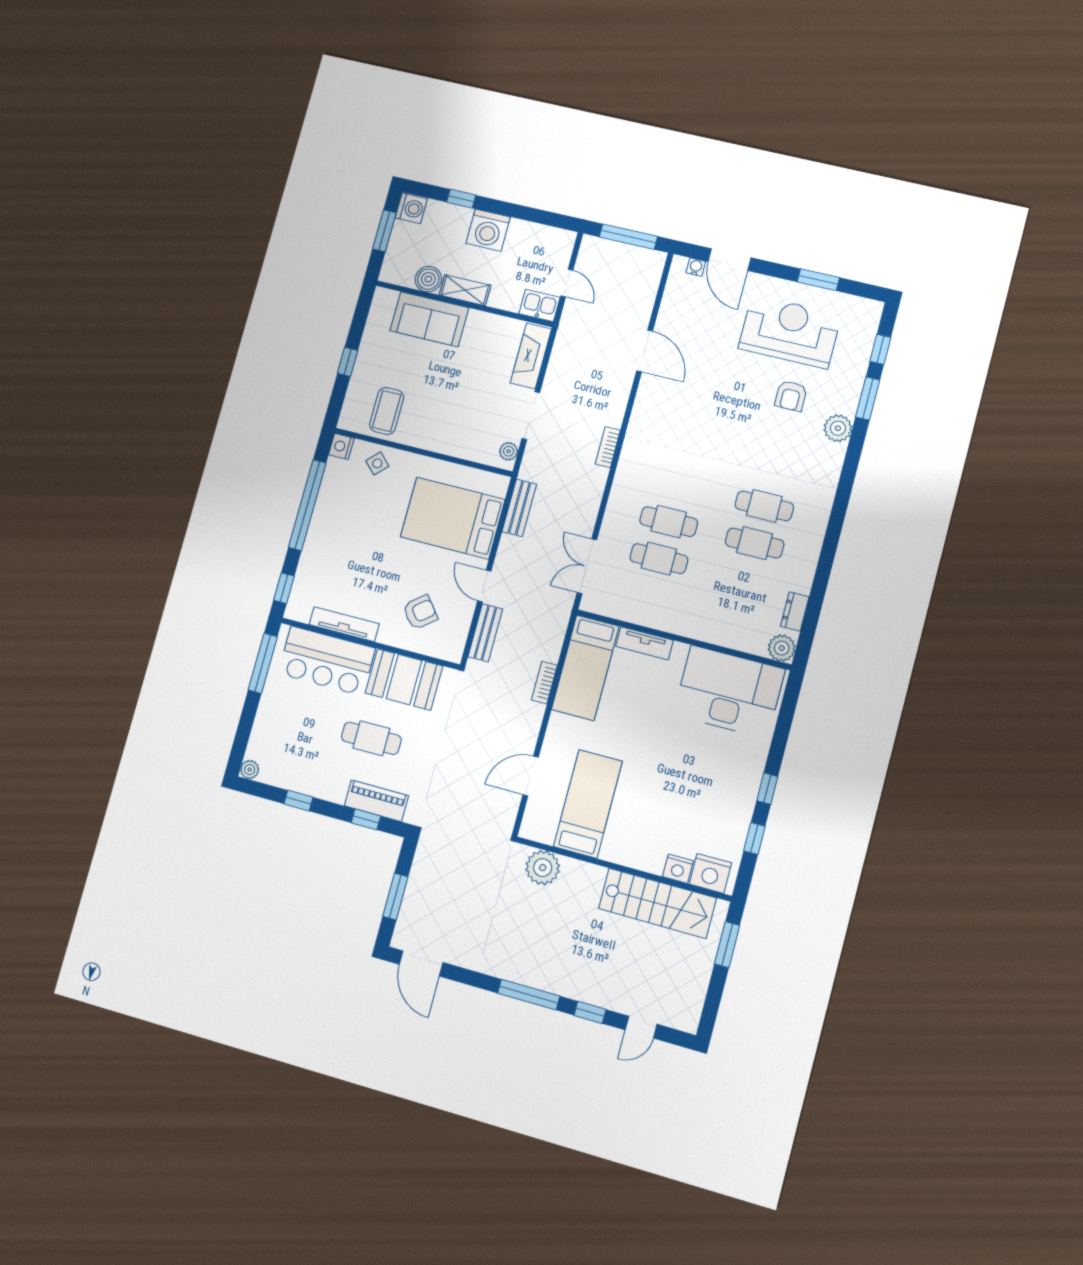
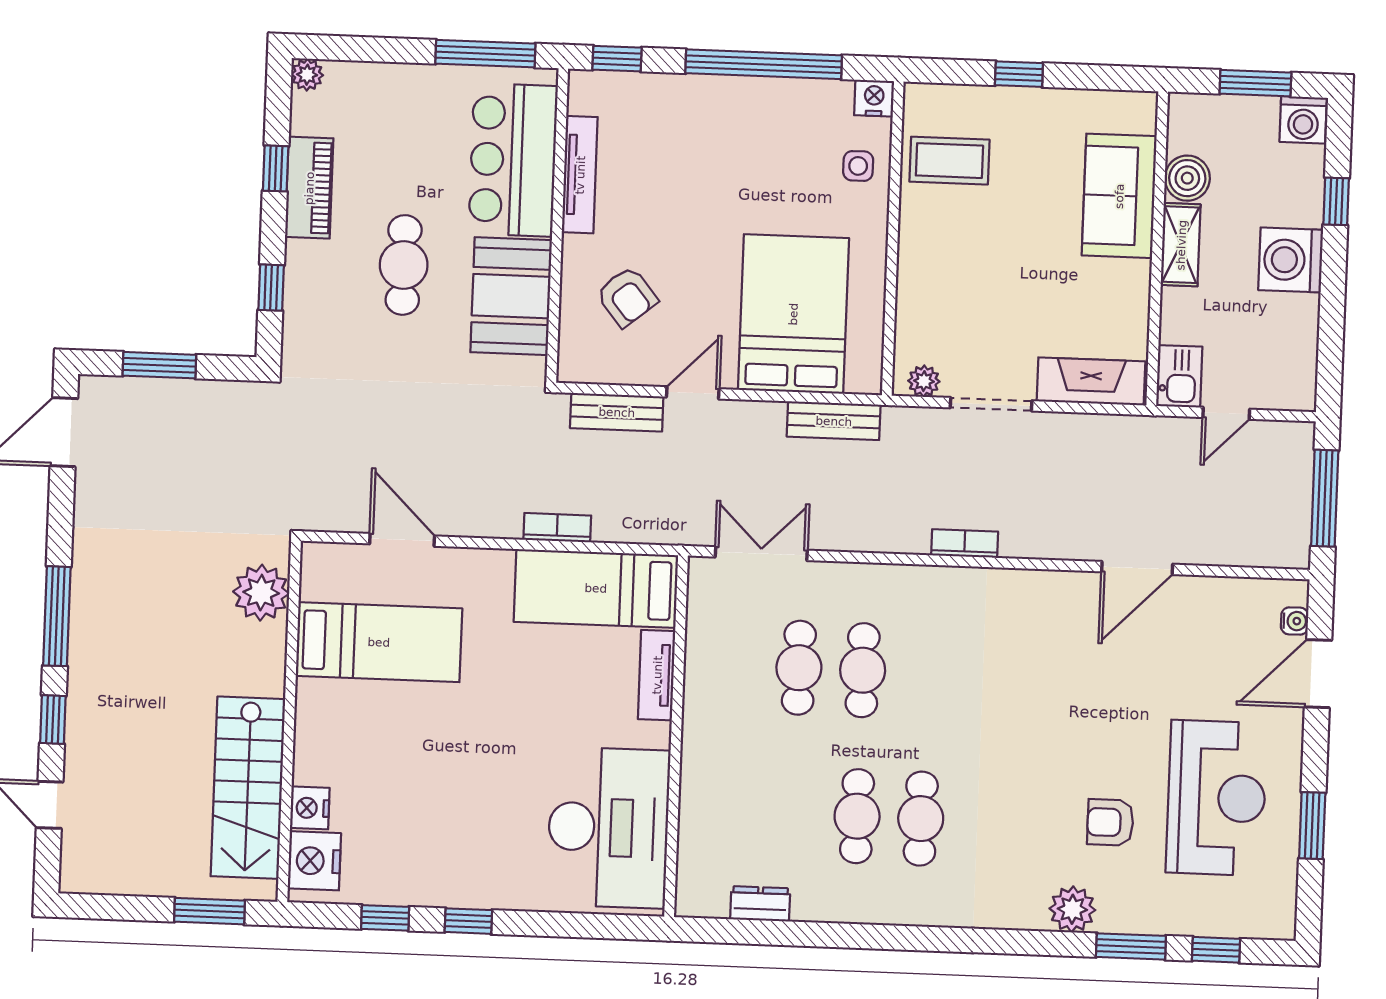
side table: (377, 463) -> (858, 166), turned 45
plant: (782, 648) -> (697, 896), removed
piano: (376, 801) -> (309, 188), moved

